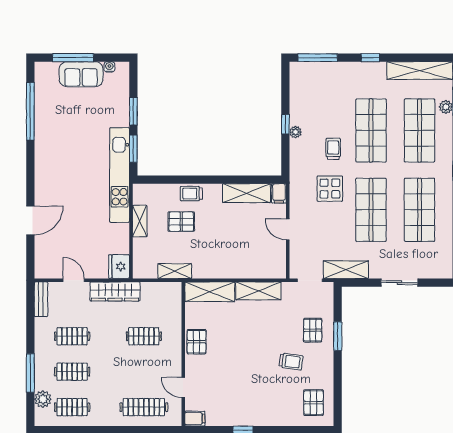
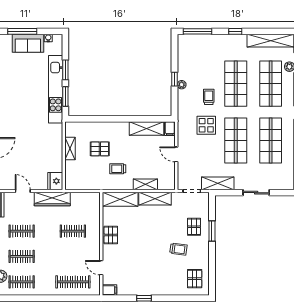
kitchen unit: (120, 175) -> (56, 89), moved
trolley: (191, 194) -> (118, 169), moved
shelving: (175, 271) -> (145, 184), moved

